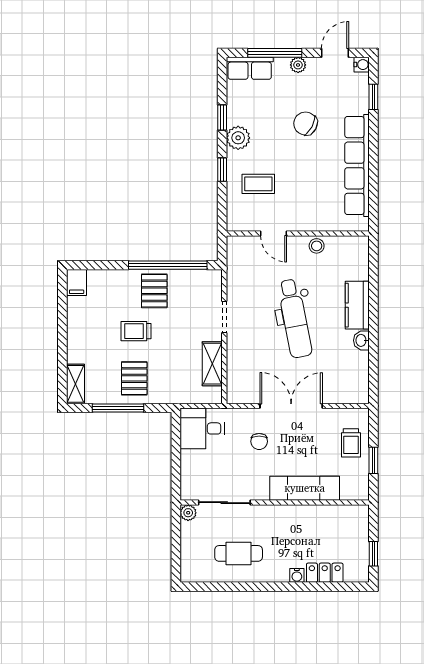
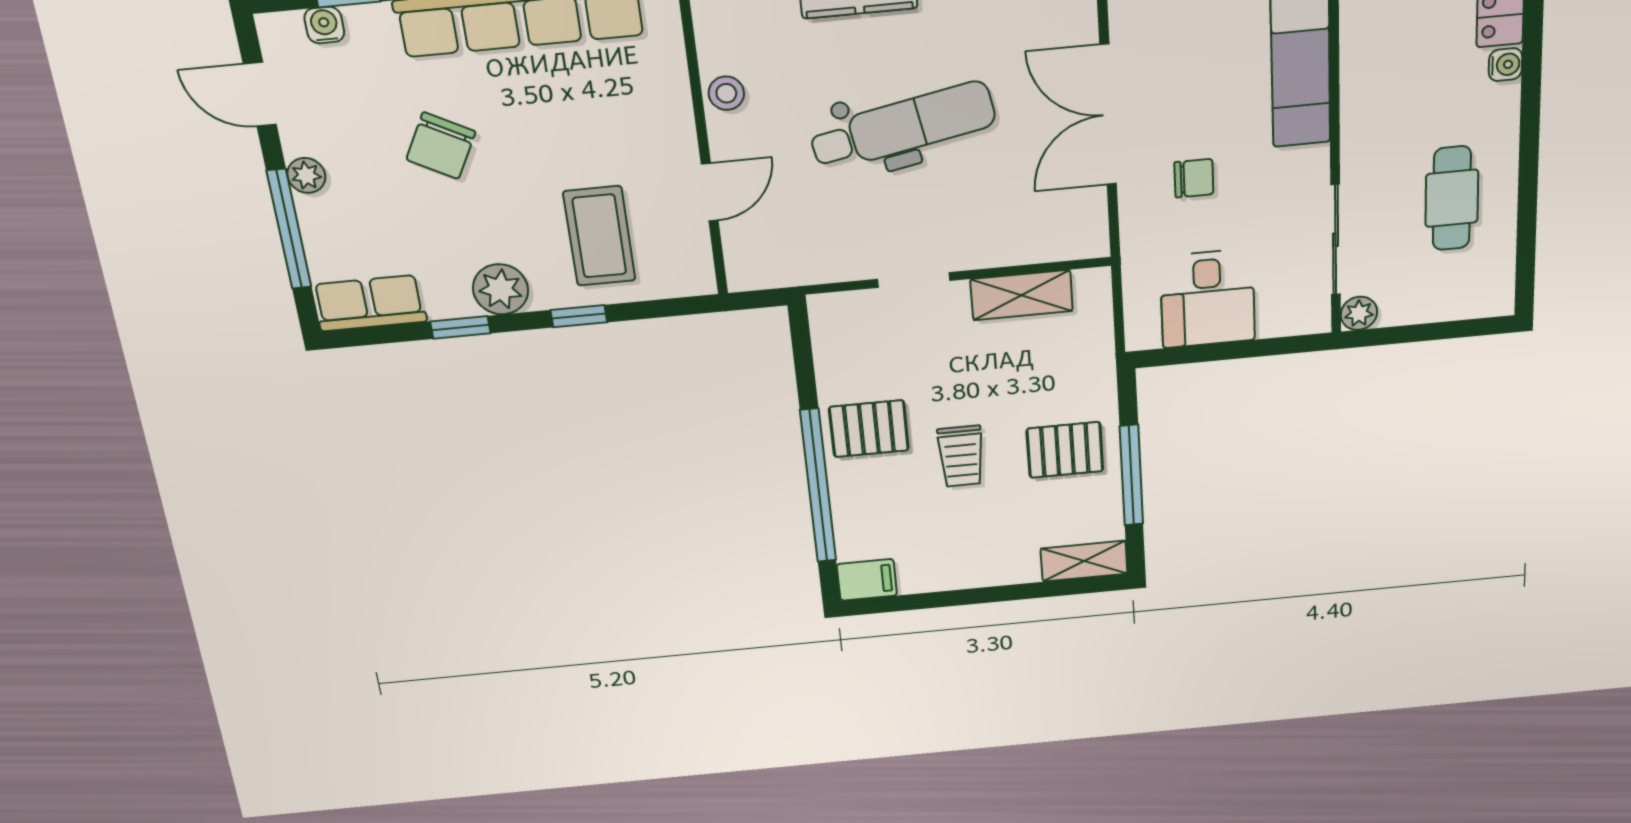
water cooler: (362, 65) -> (324, 25), moved
row of seats: (250, 68) -> (369, 303), moved, turned -90
coffee table: (258, 184) -> (599, 236), width x1.36, depth x1.30
window: (168, 265) -> (818, 486), moved
desk: (202, 428) -> (1208, 299), moved

